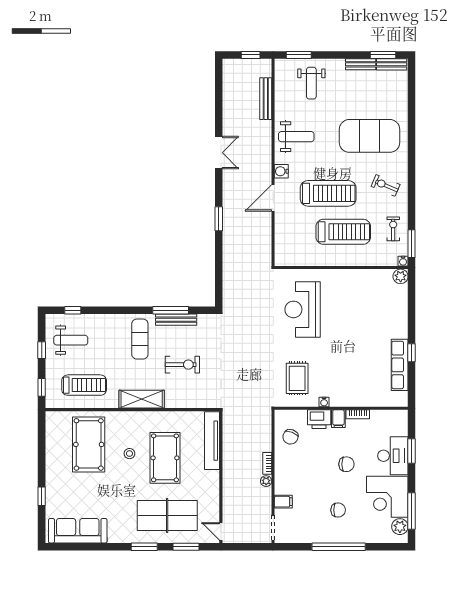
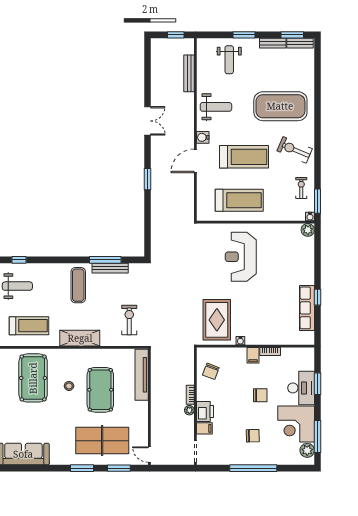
window: (299, 55) -> (244, 35), moved
exercise bike: (386, 185) -> (295, 150), width x1.38, depth x1.39
treadmill: (343, 232) -> (239, 200), moved
reception desk: (303, 309) -> (241, 257), moved
exercise bike: (182, 365) -> (129, 320), moved, turned -90
rug: (297, 378) -> (217, 320), width x1.36, depth x1.43
printer: (319, 419) -> (205, 411), moved, turned -90

